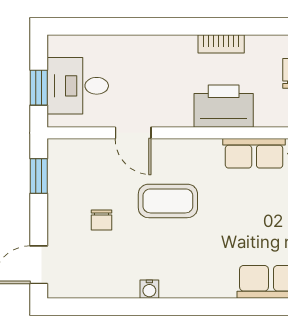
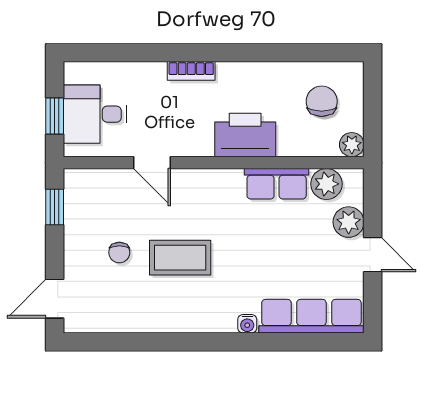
bookcase: (221, 44) -> (191, 71), moved
coffee table: (168, 201) -> (180, 258), moved
water cooler: (149, 289) -> (247, 324), moved

